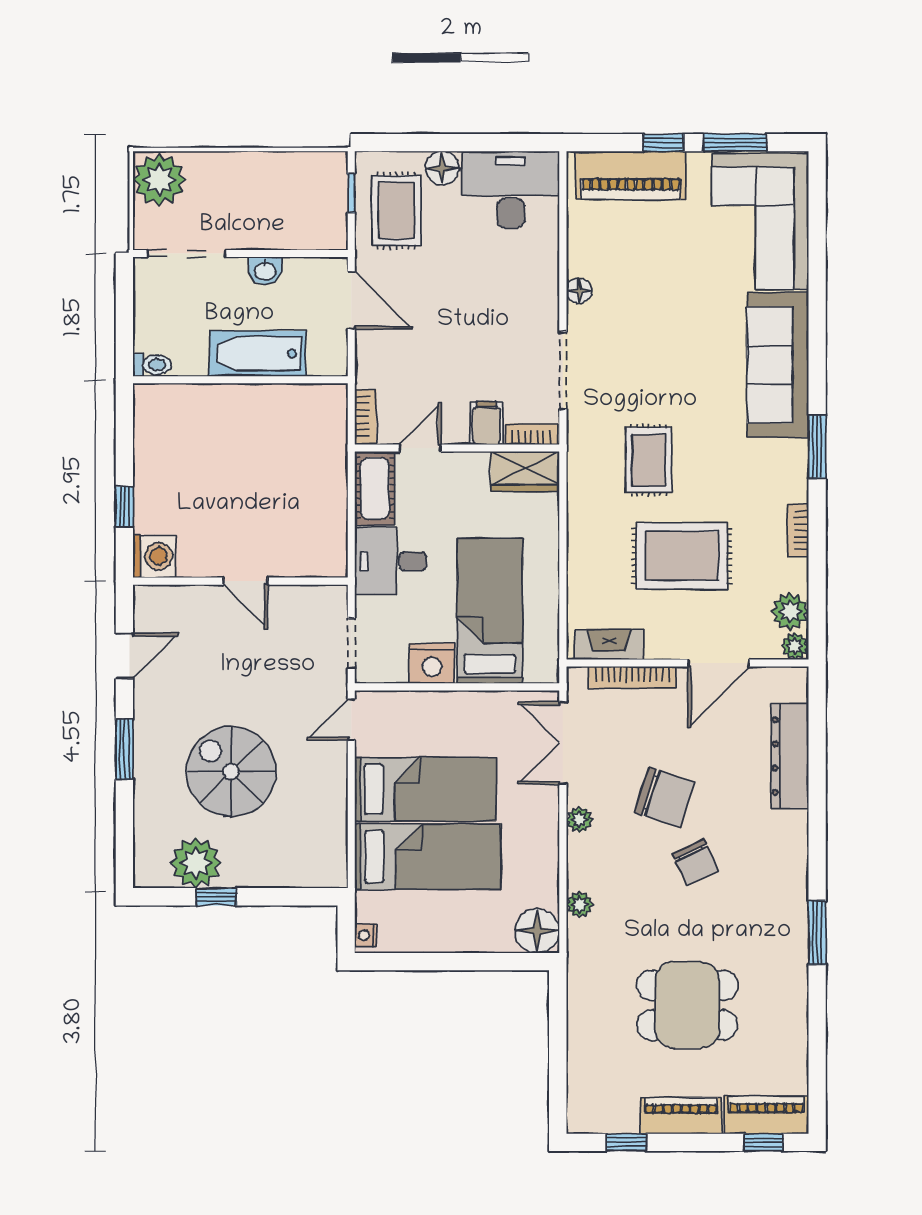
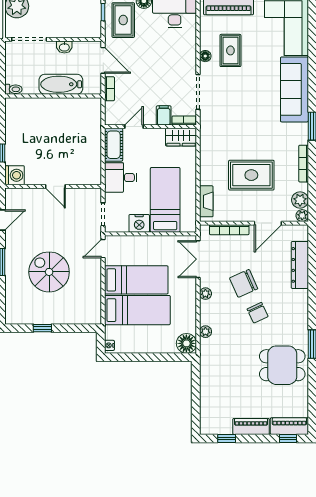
bookcase: (366, 416) -> (109, 89), moved
rug: (649, 460) -> (230, 50), moved
bookcase: (798, 530) -> (304, 164), width x1.56
fireplace: (609, 645) -> (206, 201), moved, turned 90
chair: (665, 797) -> (244, 283), turned 138
plant: (196, 863) -> (33, 313), removed
dining table: (687, 1005) -> (282, 365), moved

